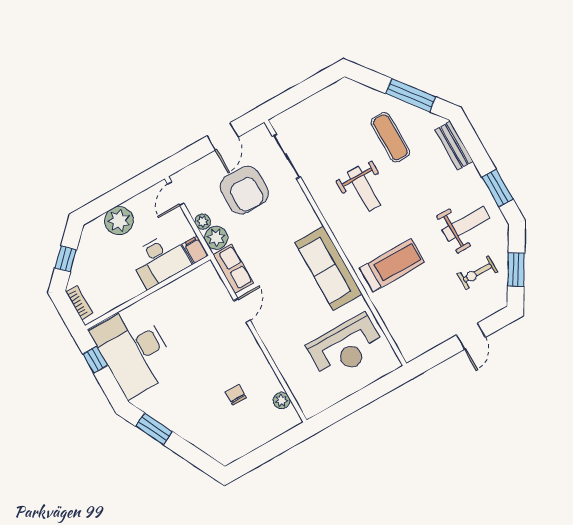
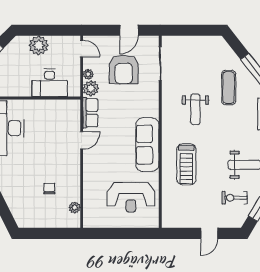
door: (176, 194) -> (82, 49), swing flipped
filing cabinet: (195, 250) -> (74, 89), removed
treadmill: (392, 265) -> (186, 164), turned 90

